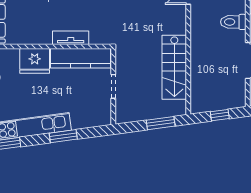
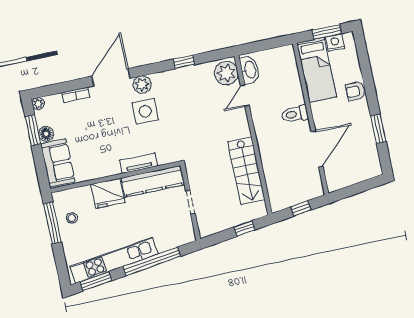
window: (161, 123) -> (245, 228), width x0.67
window: (63, 136) -> (152, 261), width x2.11

